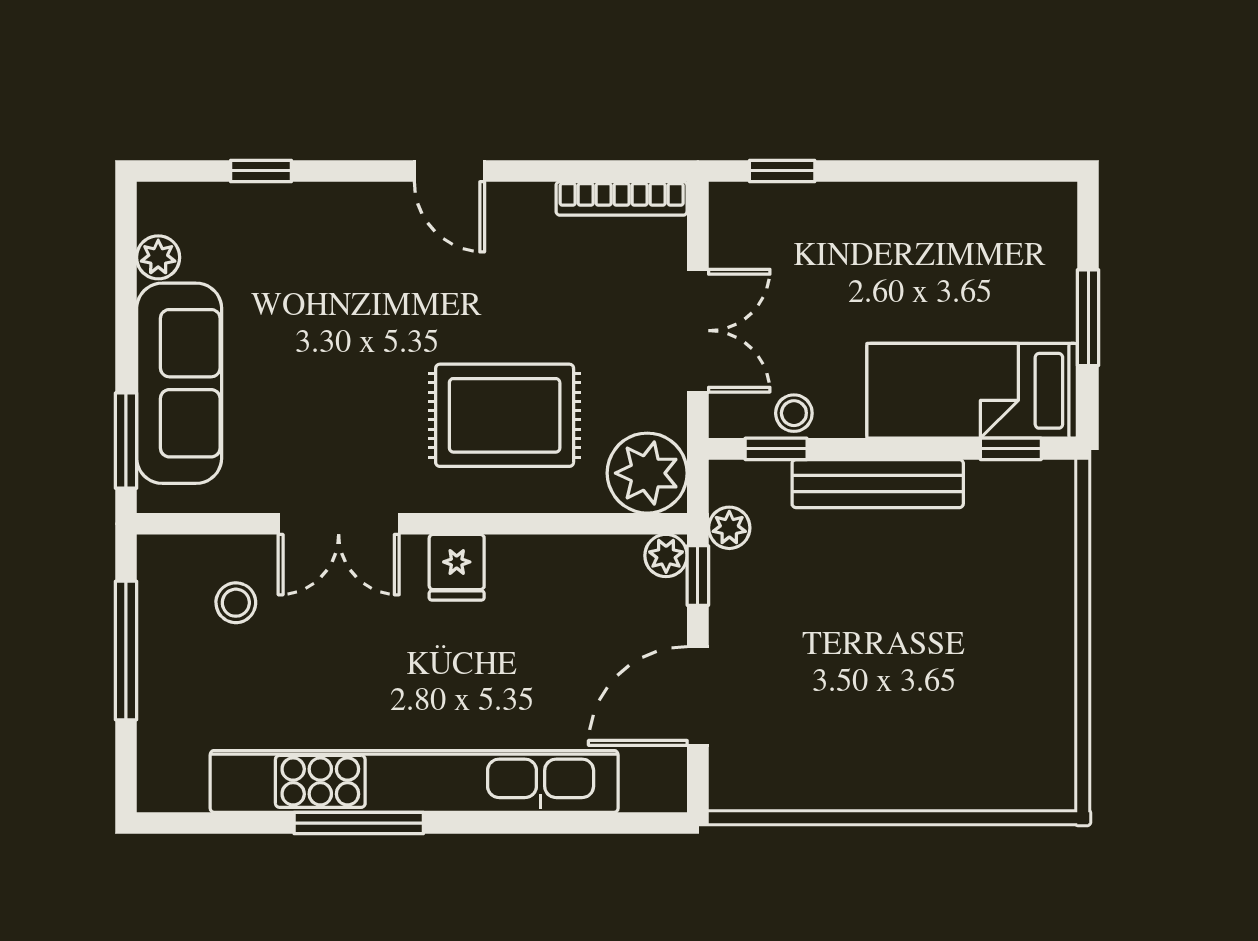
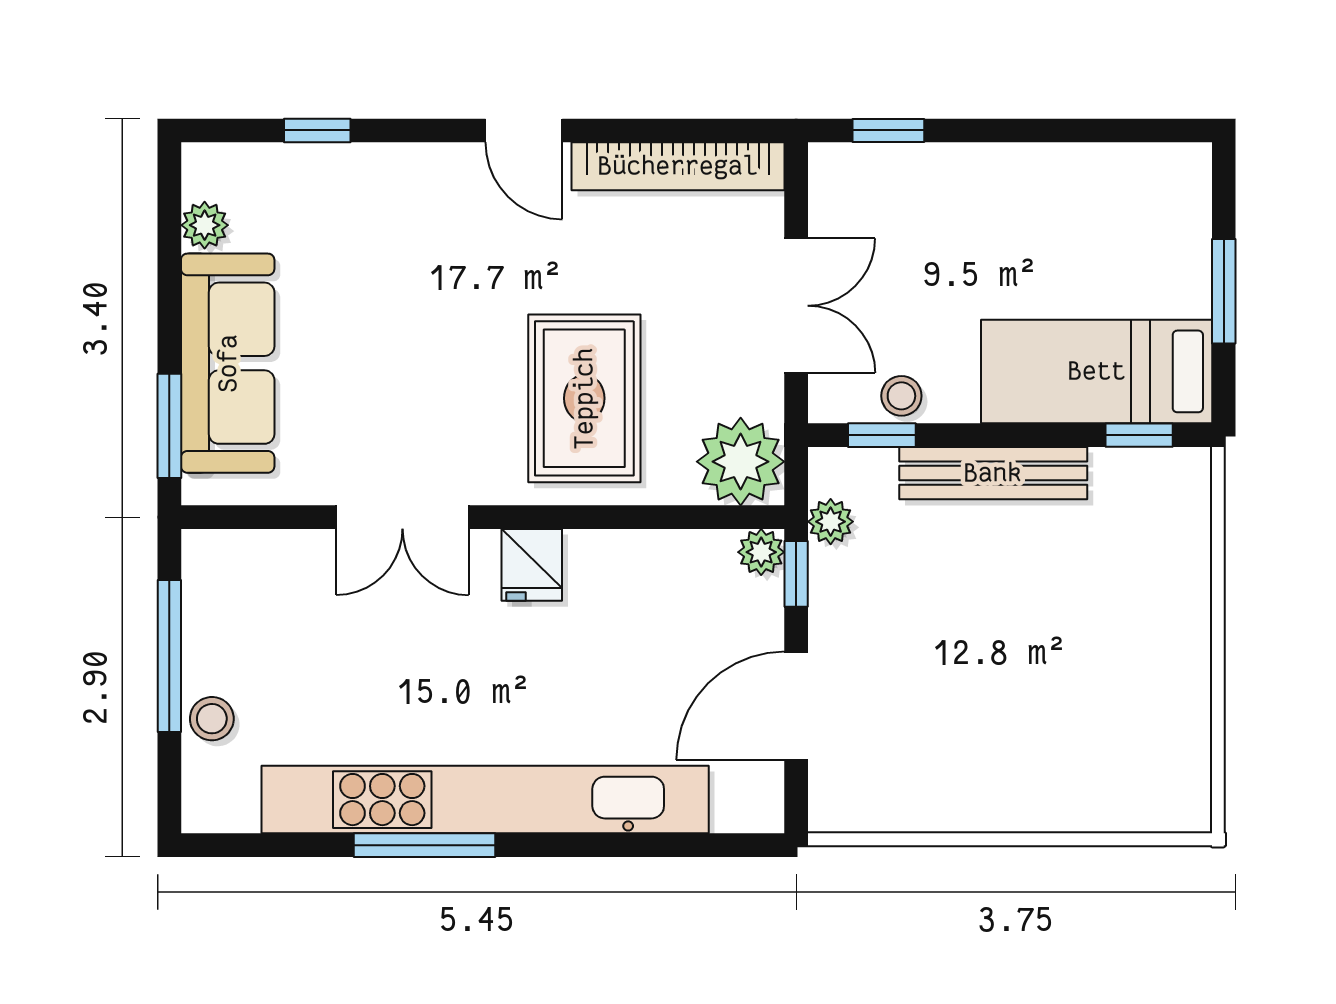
bookcase: (622, 198) -> (678, 166), width x1.48, depth x1.31
rug: (505, 415) -> (584, 398), turned 90
stool: (236, 603) -> (212, 719), moved

